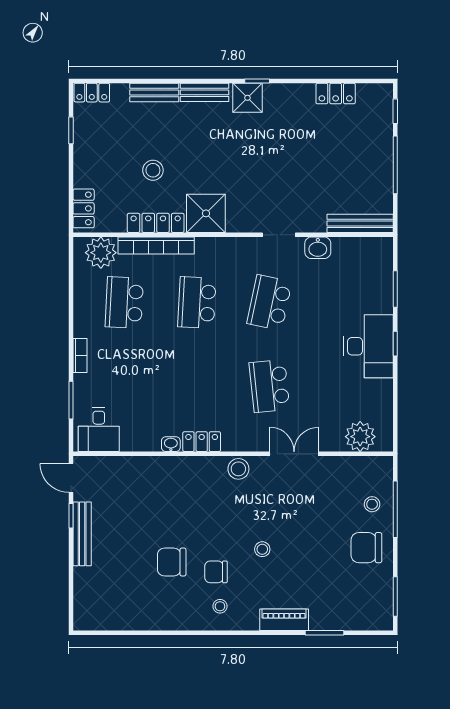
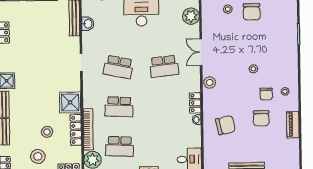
stool: (108, 153) -> (38, 156), added
washbasin: (318, 248) -> (88, 24), moved
chair: (160, 497) -> (226, 125), added
piano: (284, 620) -> (293, 125), moved

